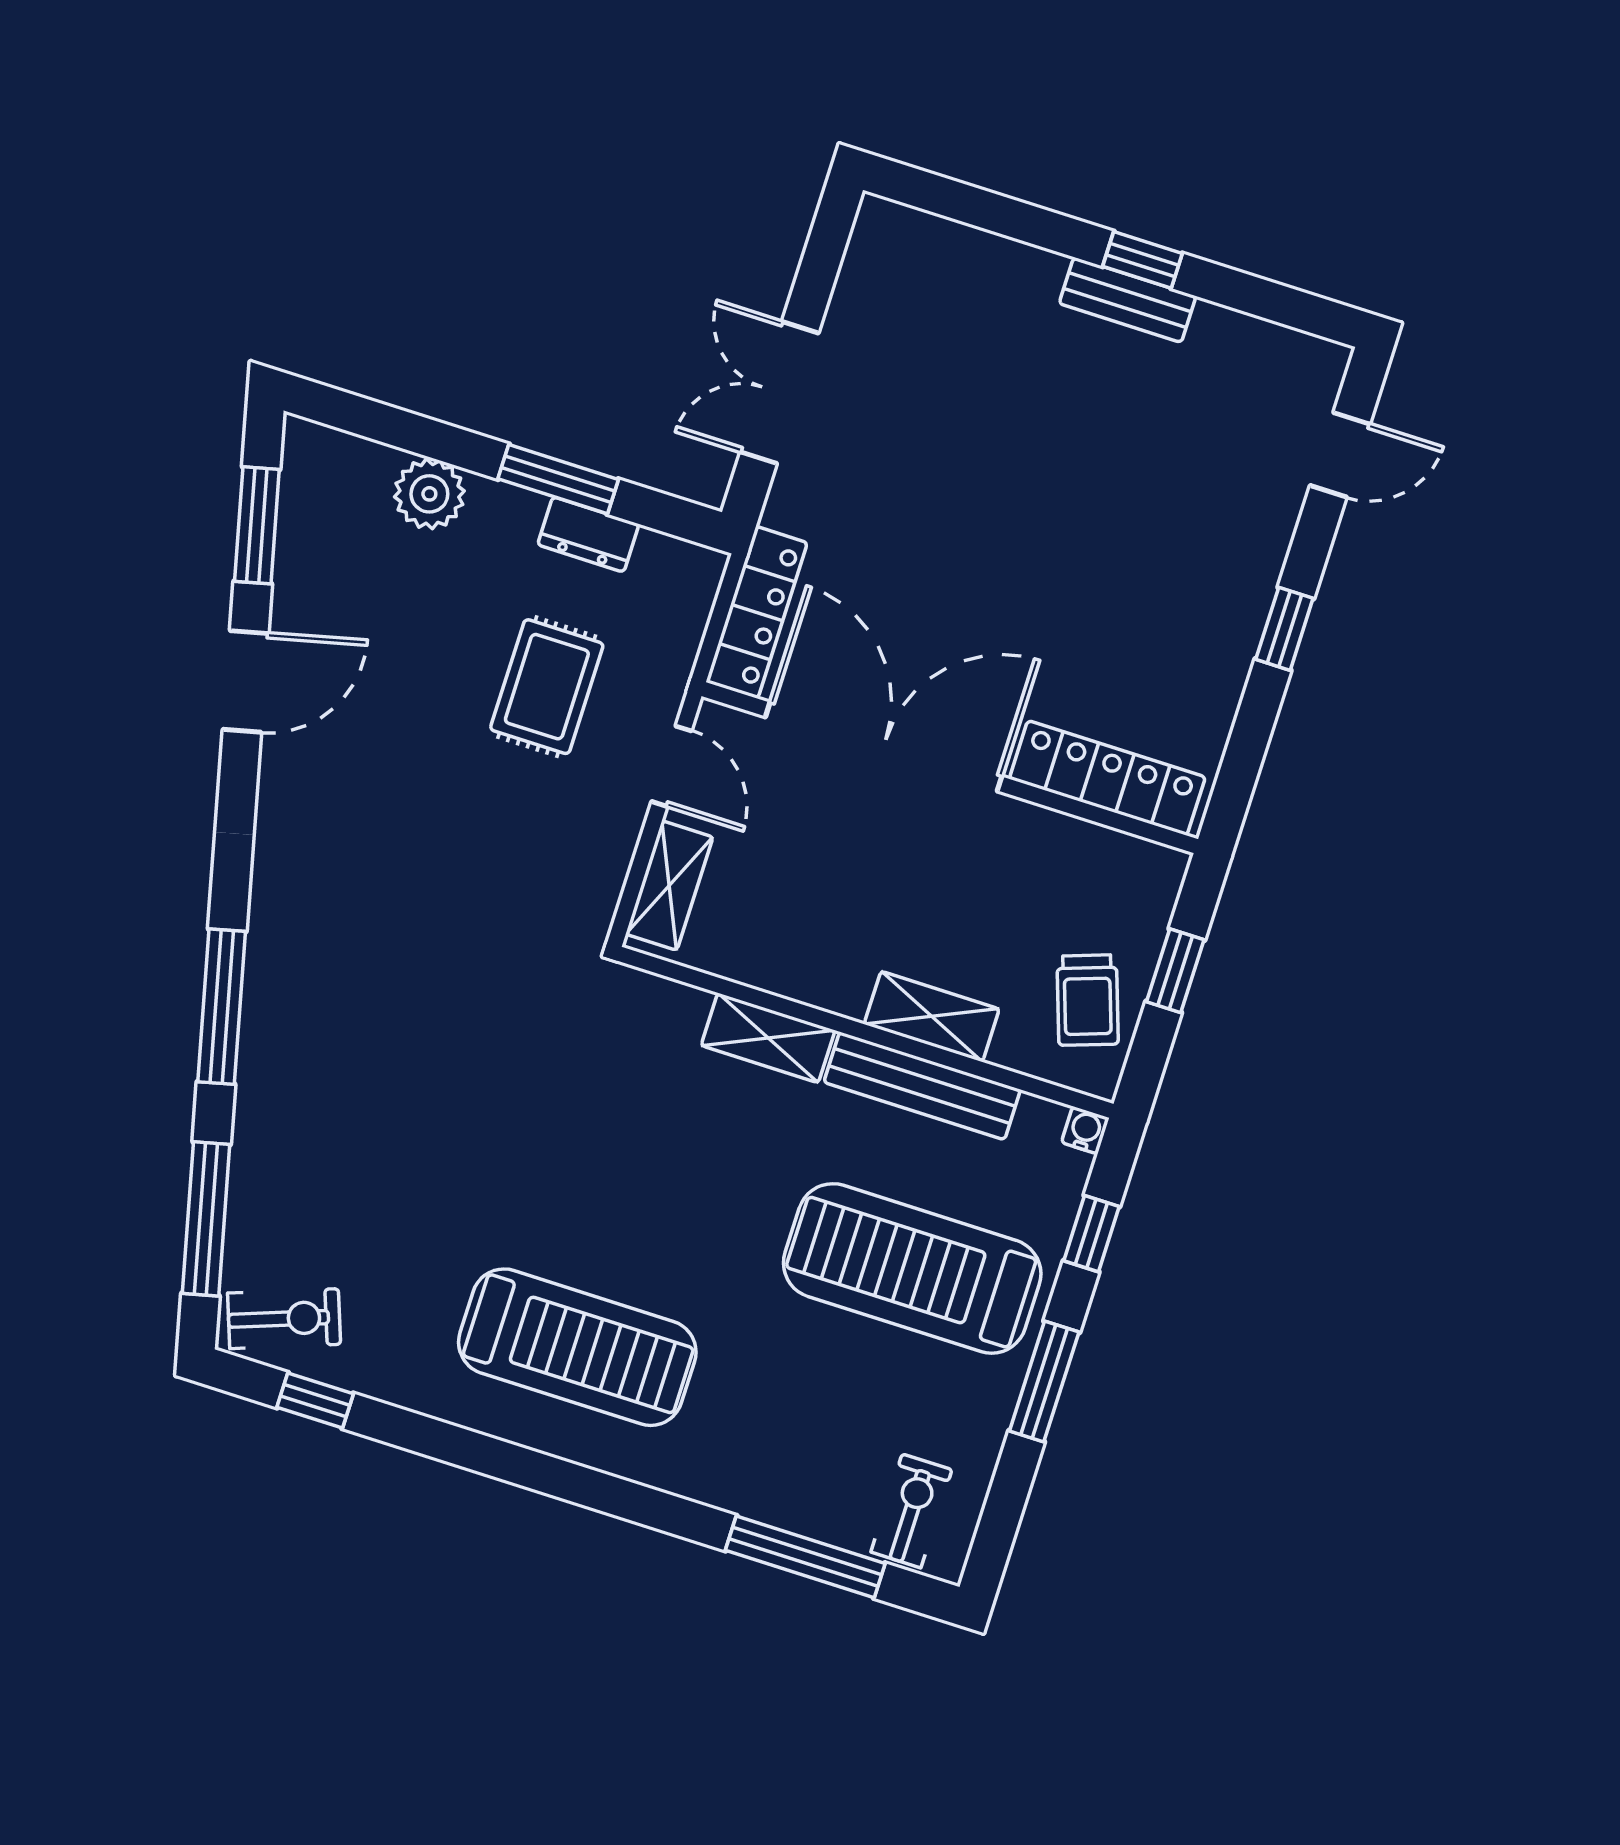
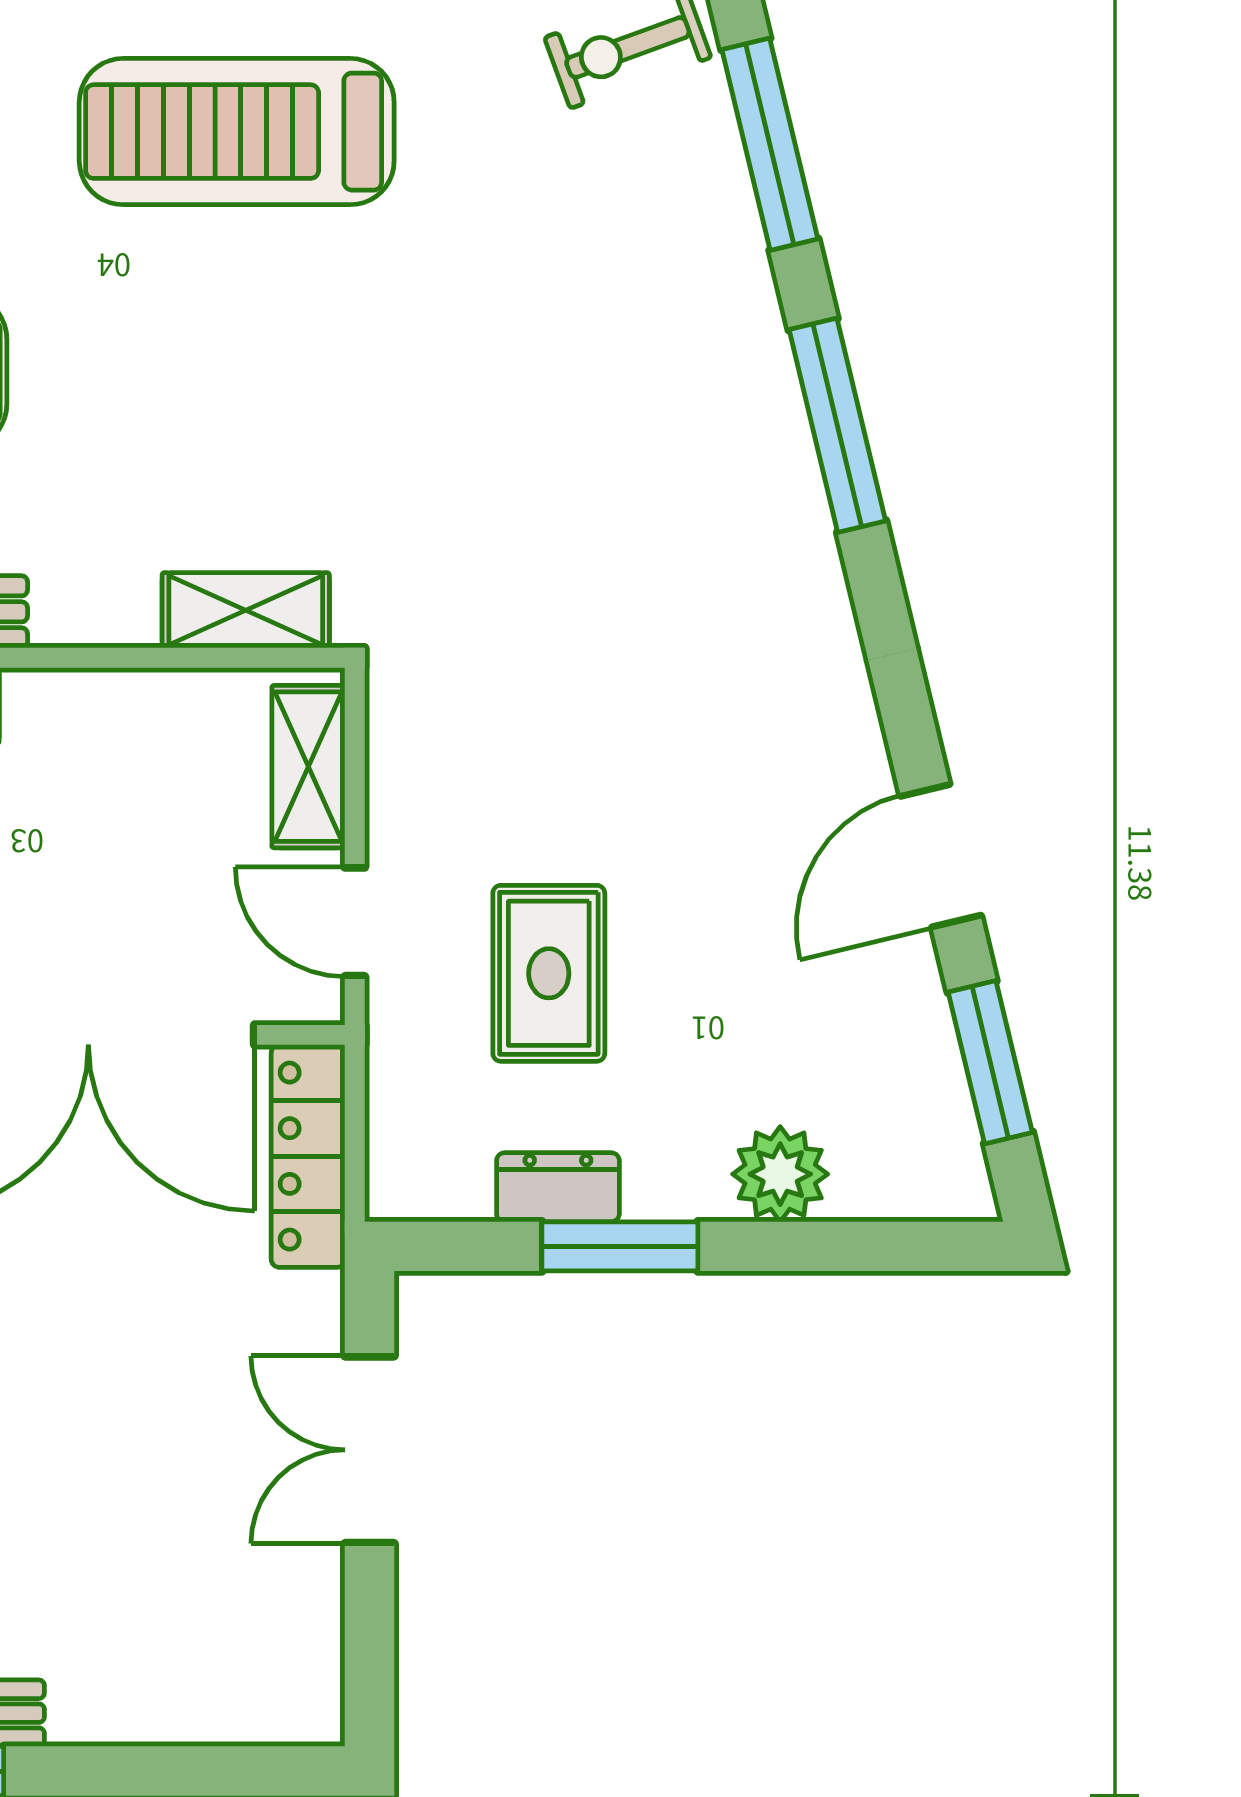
double door: (779, 392) -> (370, 1450), swing flipped
shelving: (768, 1038) -> (246, 610), moved

